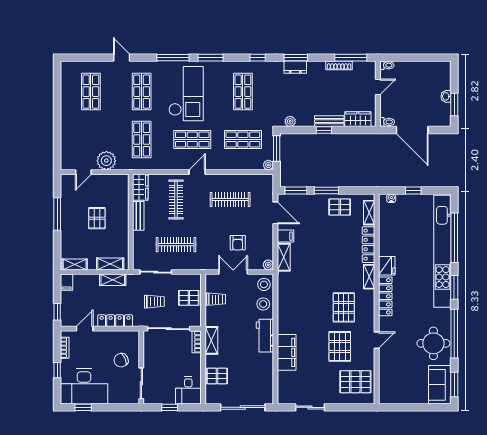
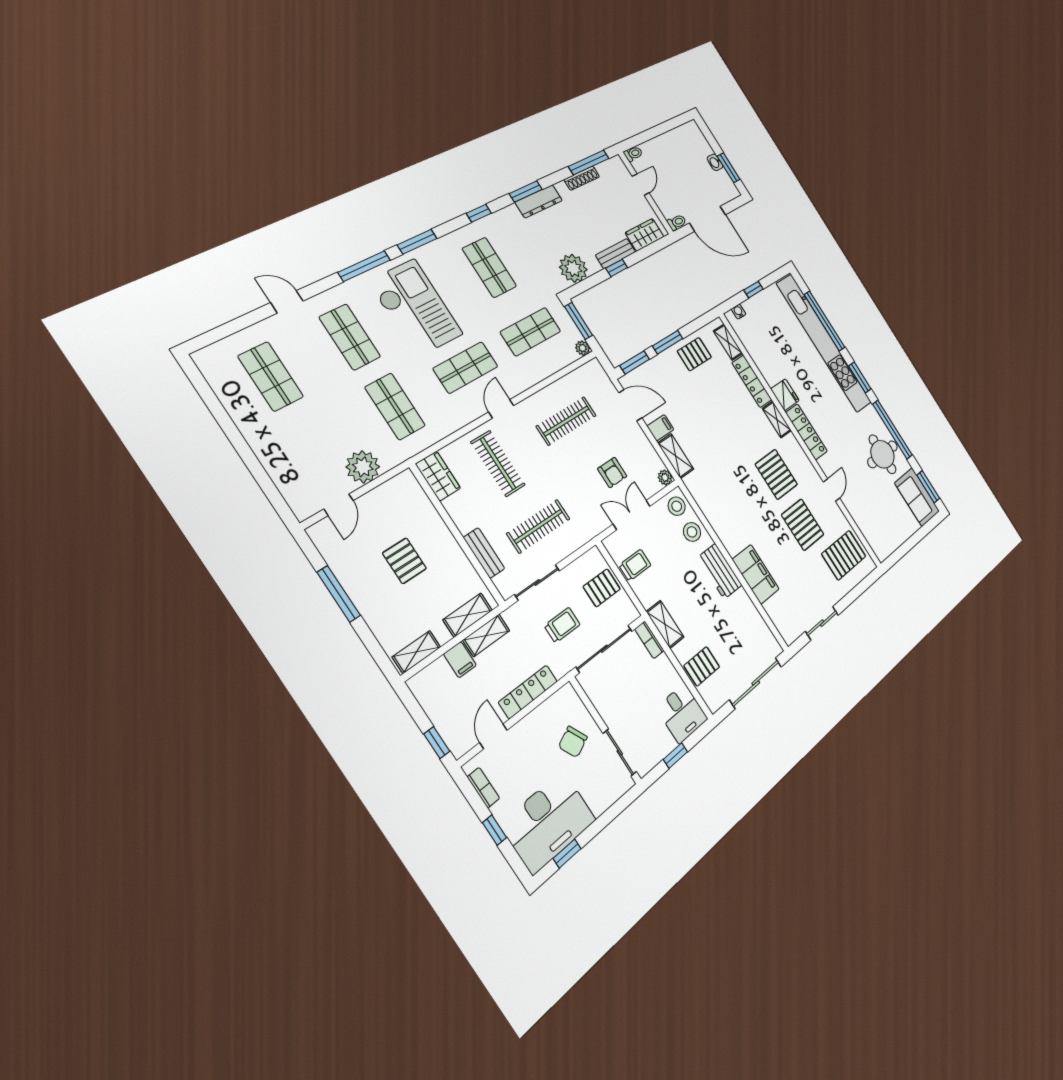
dresser: (295, 67) -> (539, 201), width x1.44
plant: (290, 121) -> (573, 268), width x1.88, depth x1.88
bench: (138, 216) -> (484, 553), moved
filing cabinet: (67, 282) -> (460, 660), moved

